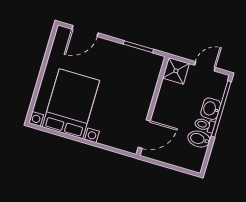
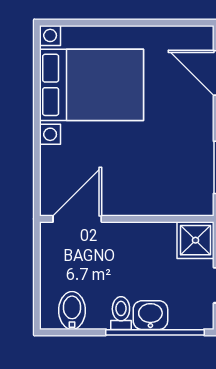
door: (144, 134) -> (77, 219), swing flipped
bidet: (199, 139) -> (72, 310), moved

